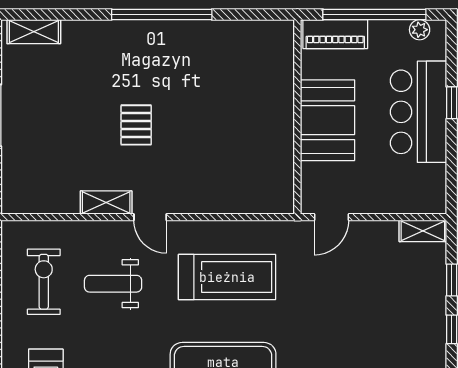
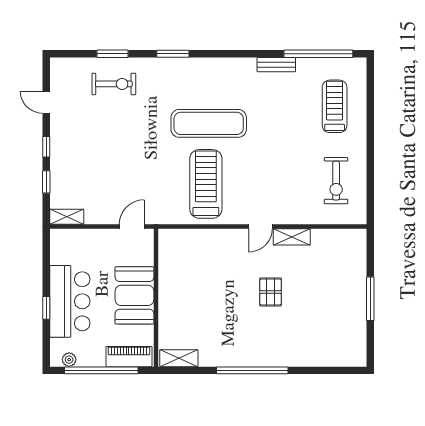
shelving: (34, 32) -> (179, 358), moved
door: (150, 217) -> (260, 226), swing flipped
treadmill: (227, 277) -> (206, 184), turned 90
weight bench: (113, 284) -> (287, 179), removed

